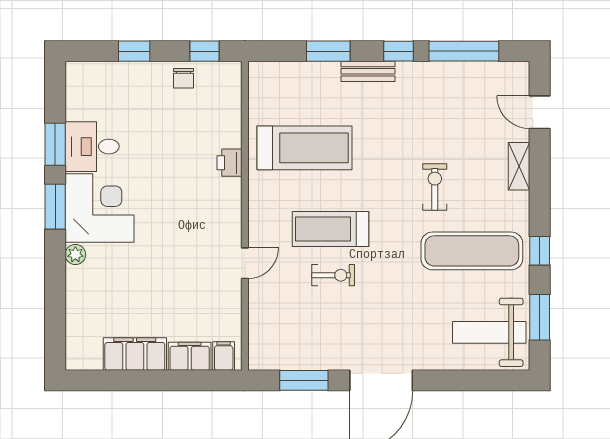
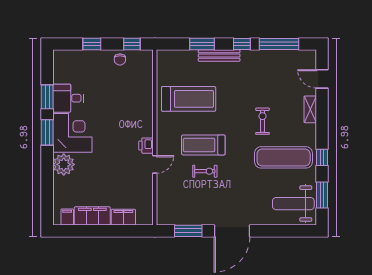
bench: (368, 71) -> (219, 56), width x1.36
printer: (229, 163) -> (146, 146), moved
plant: (75, 254) -> (64, 164), width x1.87, depth x1.87
filing cabinet: (224, 356) -> (67, 217), moved

